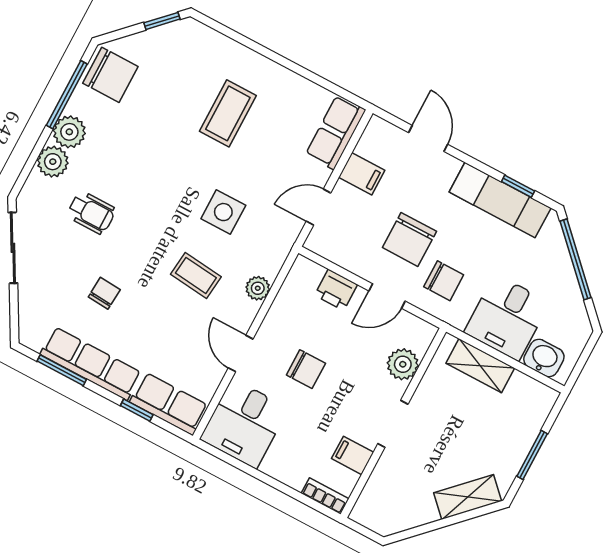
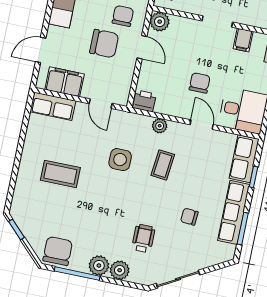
filing cabinet: (362, 174) -> (65, 82), width x2.00
printer: (336, 290) -> (144, 101), moved, turned -90
door: (241, 353) -> (202, 125), swing flipped
plant: (403, 364) -> (160, 22), moved

